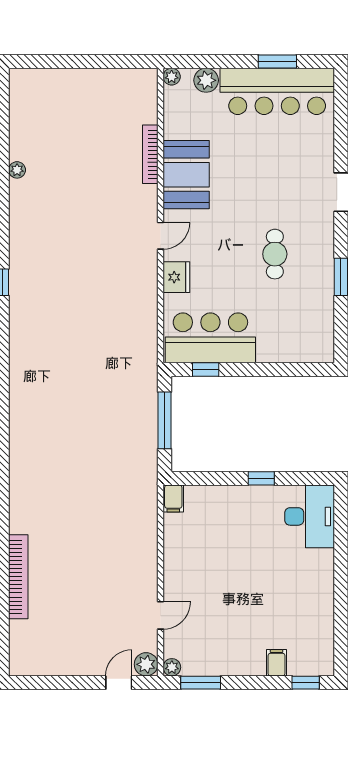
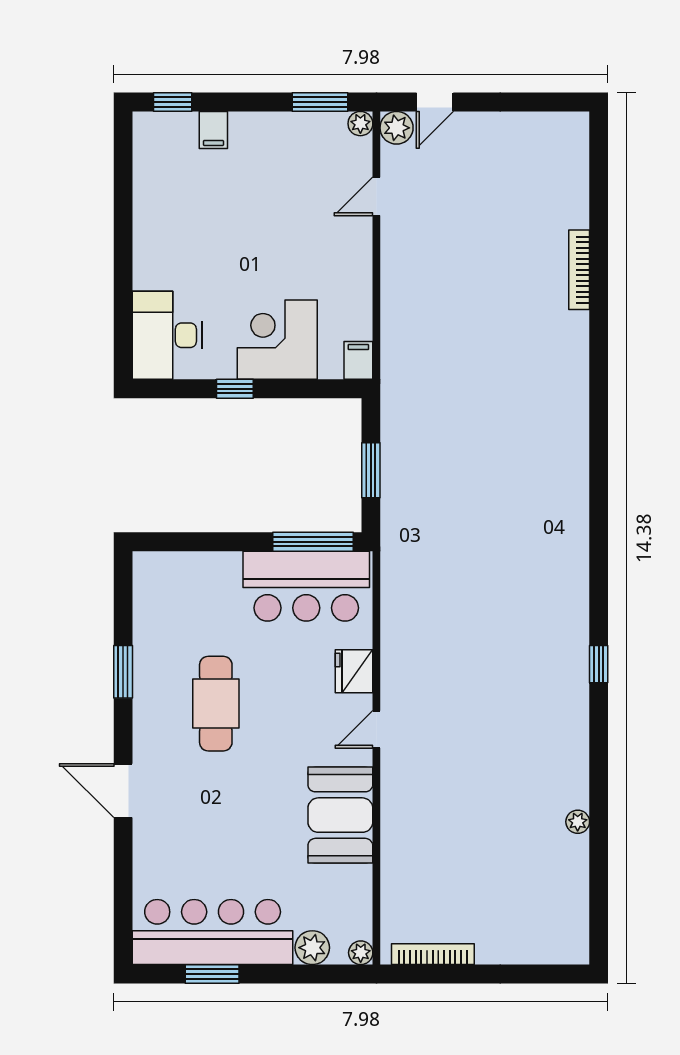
bookcase: (150, 154) -> (433, 954), moved, turned -90
cafe table: (275, 254) -> (216, 704), width x1.37, depth x1.35
window: (206, 369) -> (313, 542), width x2.17
window: (164, 420) -> (371, 470), width x0.69
corner desk: (231, 513) -> (277, 340), added
bookcase: (18, 577) -> (579, 270), width x0.68, depth x0.76

